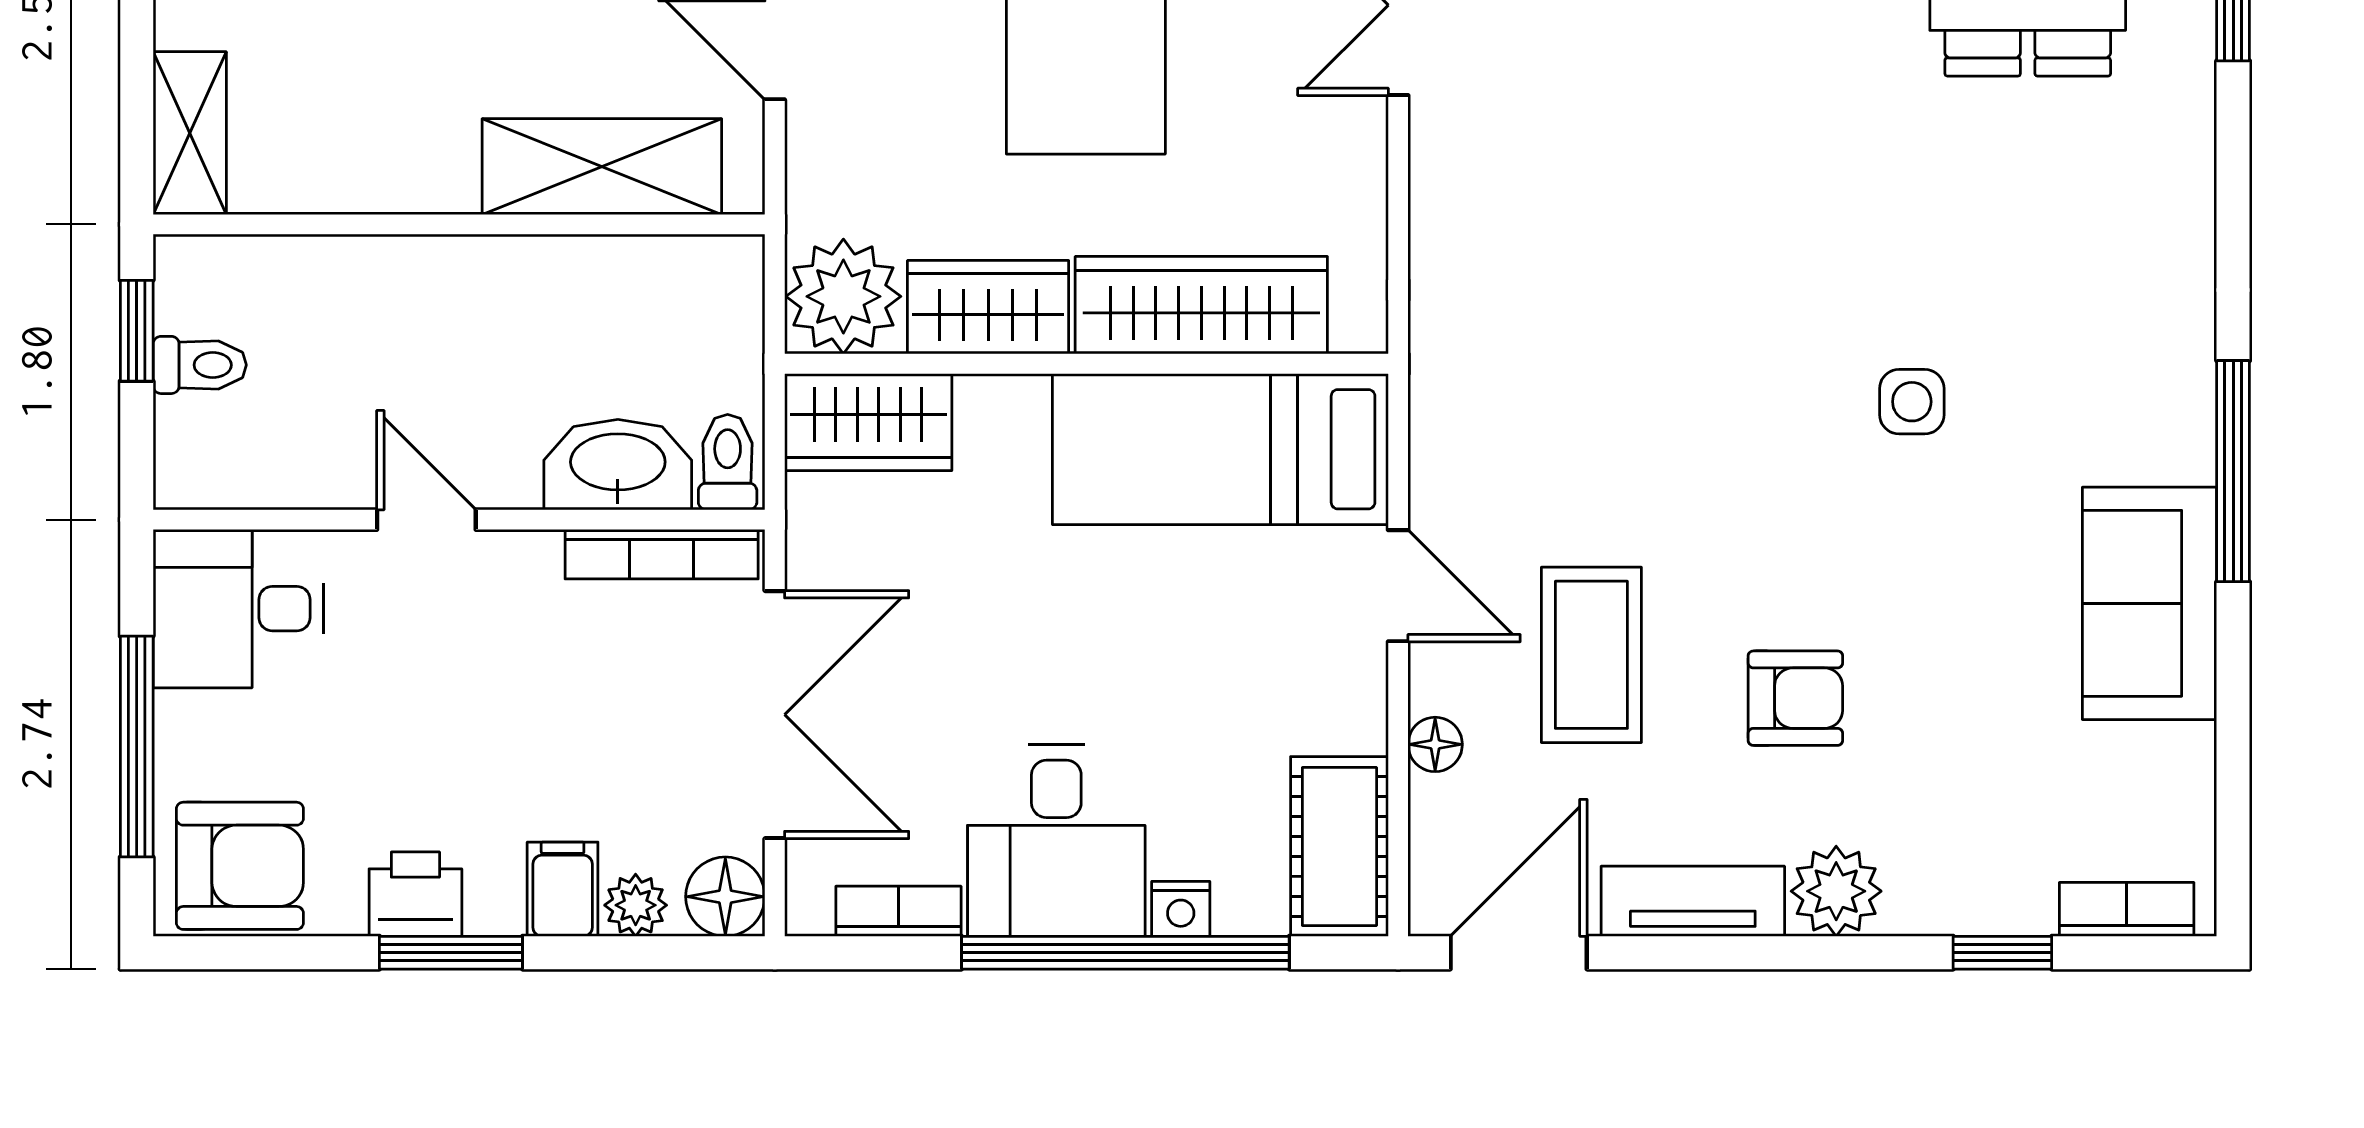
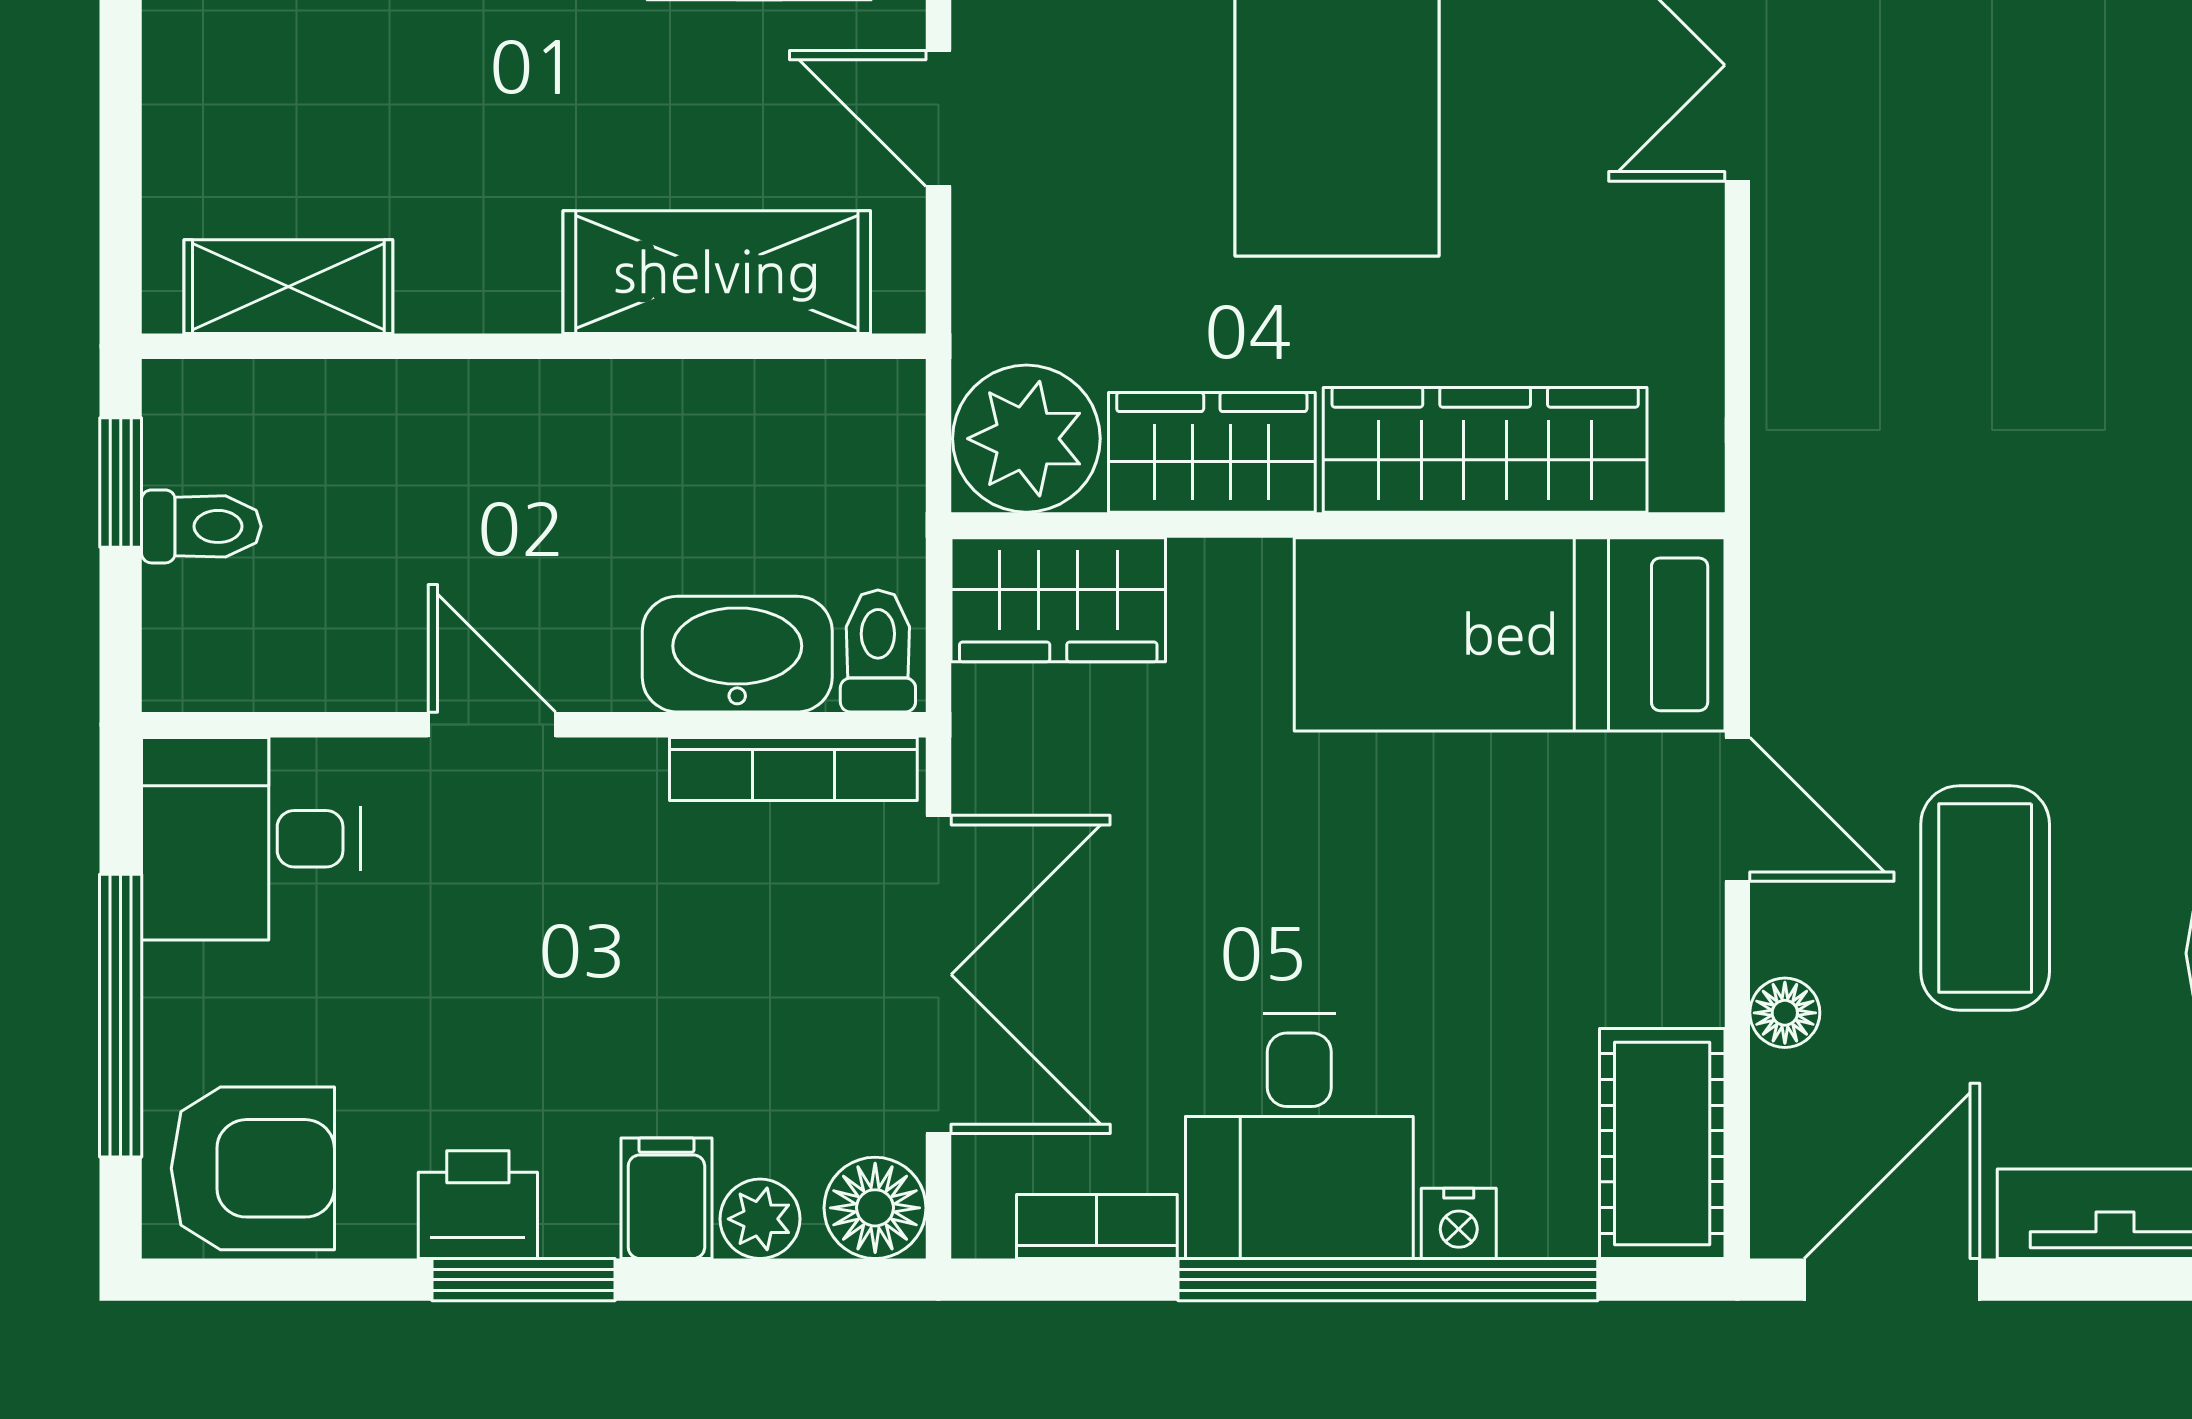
shelving: (190, 133) -> (288, 287), moved, turned 90

